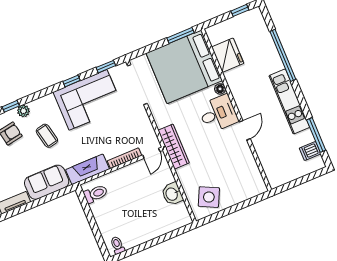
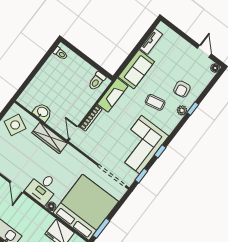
wardrobe: (174, 147) -> (50, 138), moved

